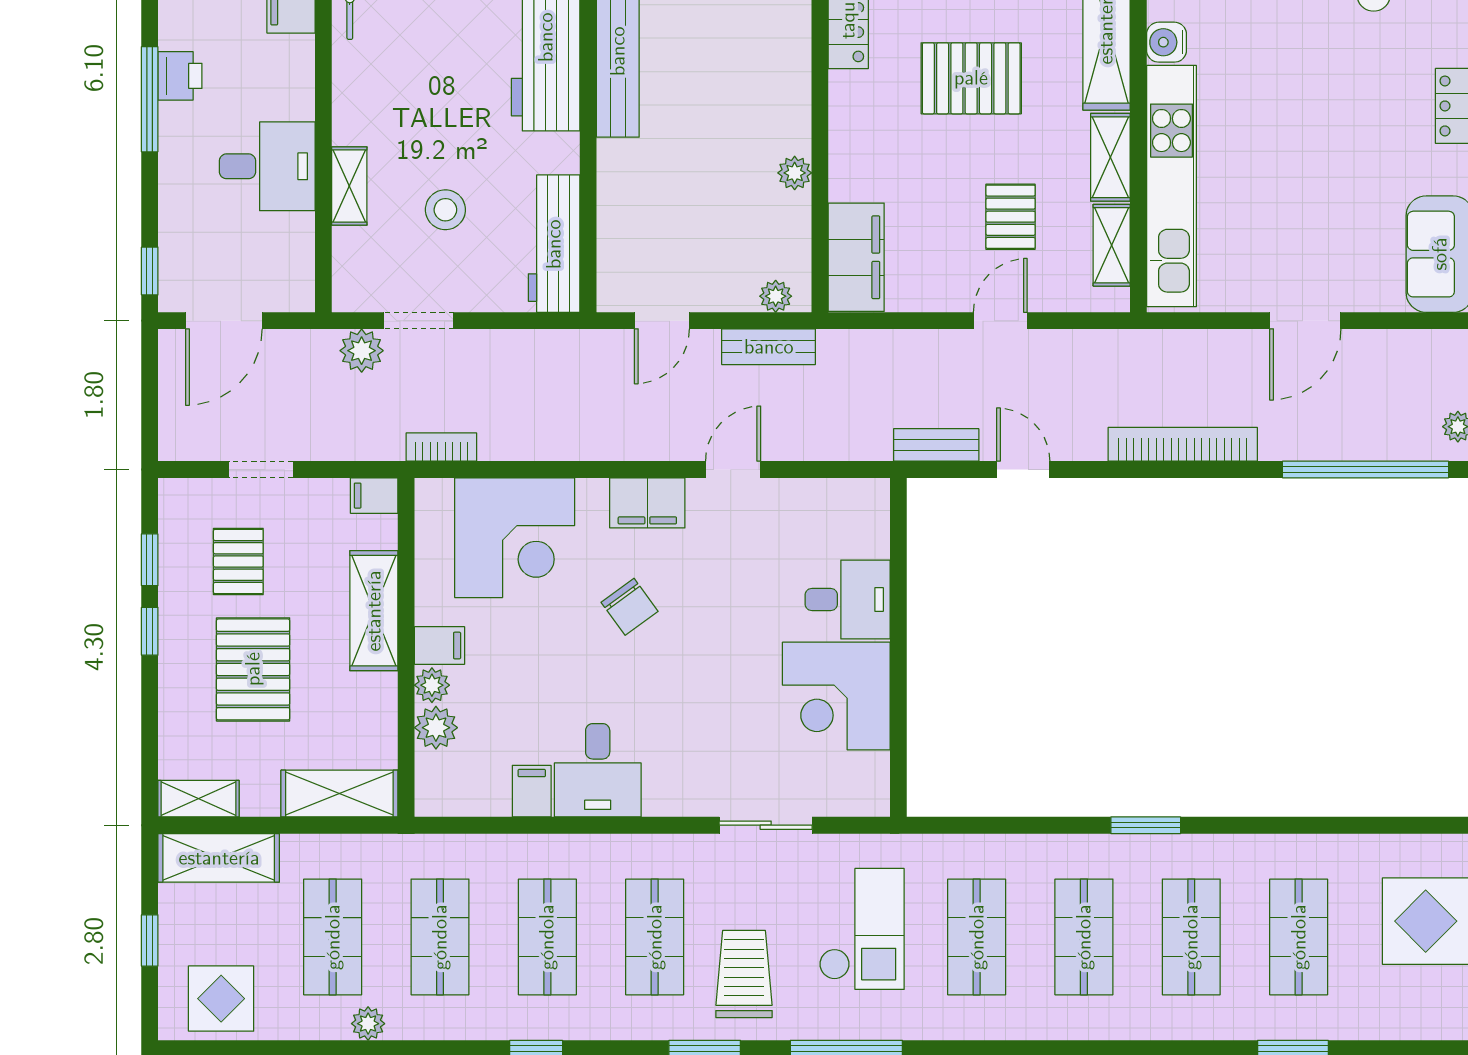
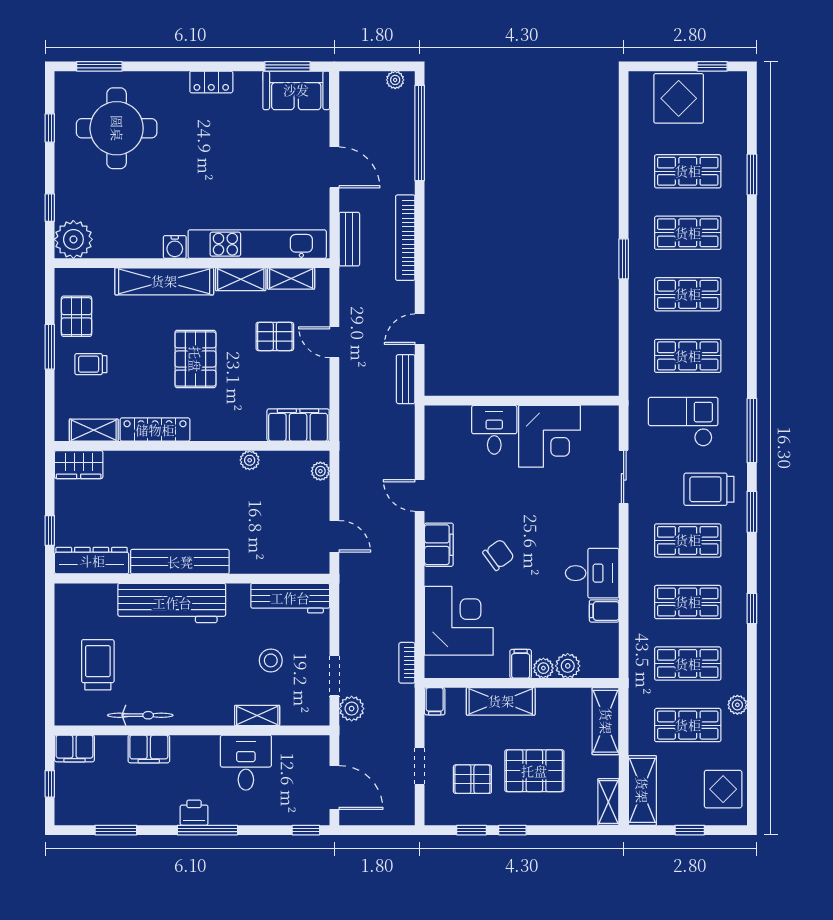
bench: (769, 347) -> (349, 239), moved

